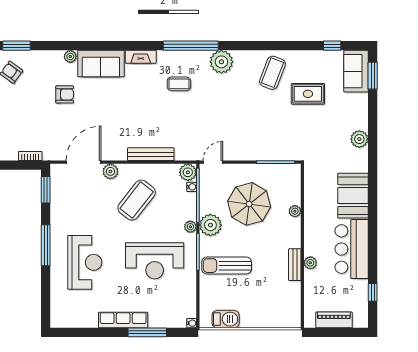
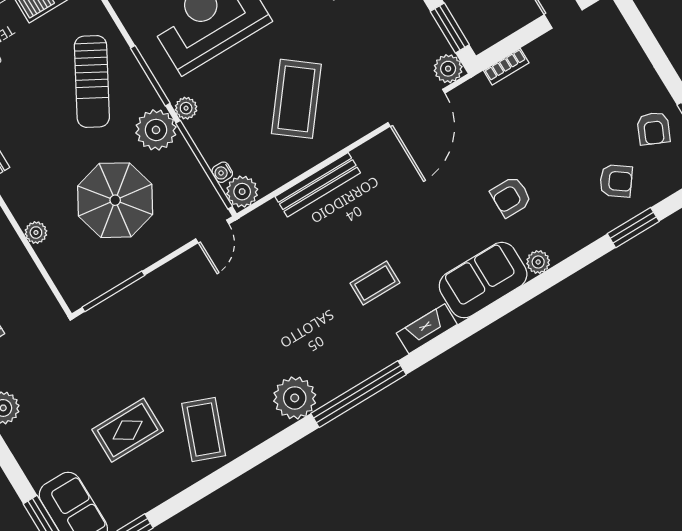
coffee table: (179, 84) -> (375, 283), moved
plant: (110, 171) -> (448, 69), moved
sun lounger: (227, 266) -> (92, 81), turned 119

